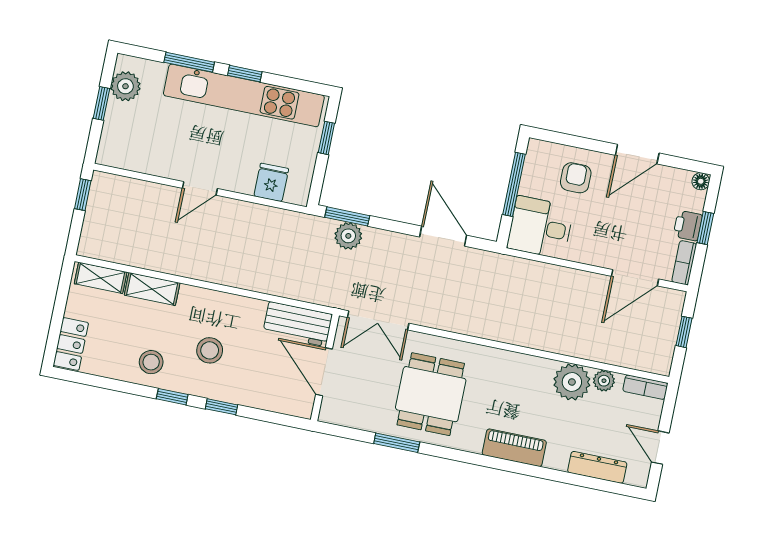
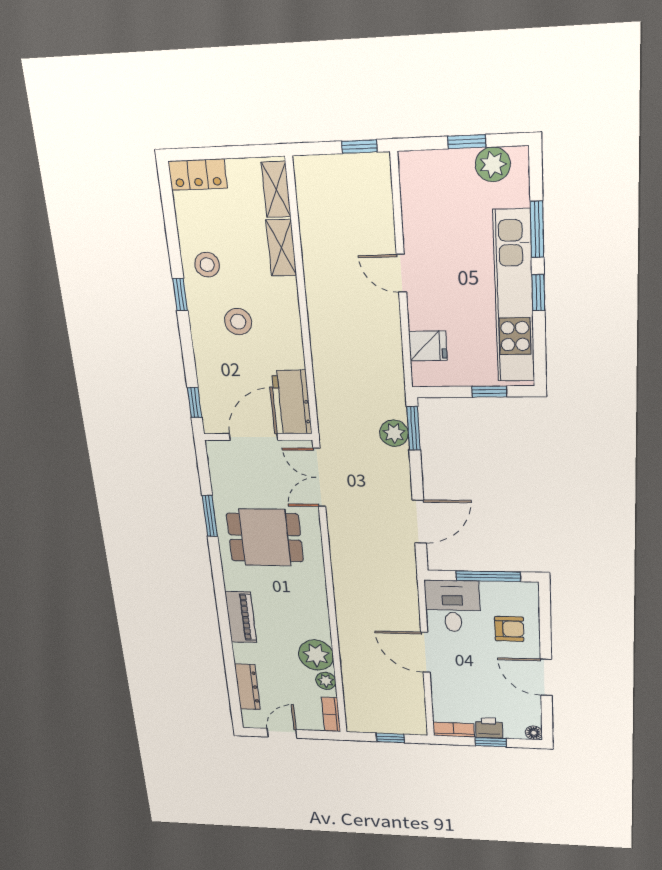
door: (635, 278) -> (425, 652), moved
window: (221, 407) -> (195, 403), moved

